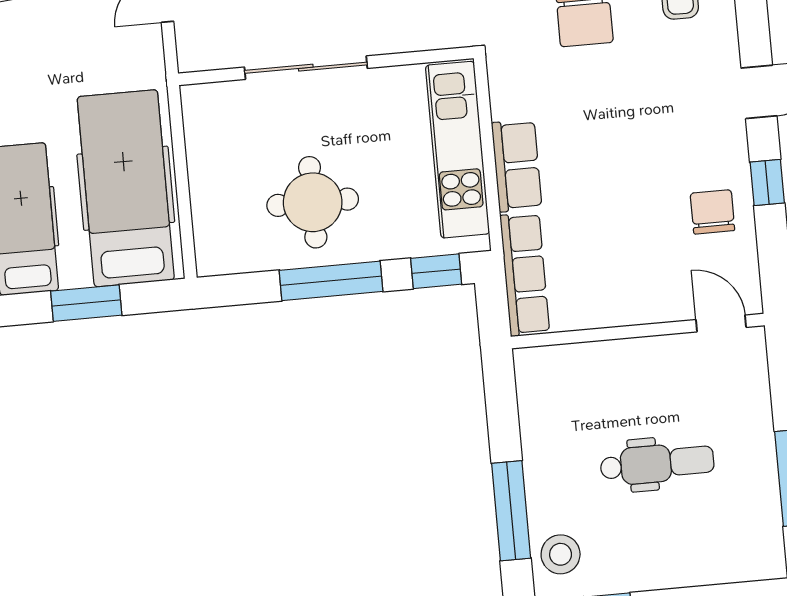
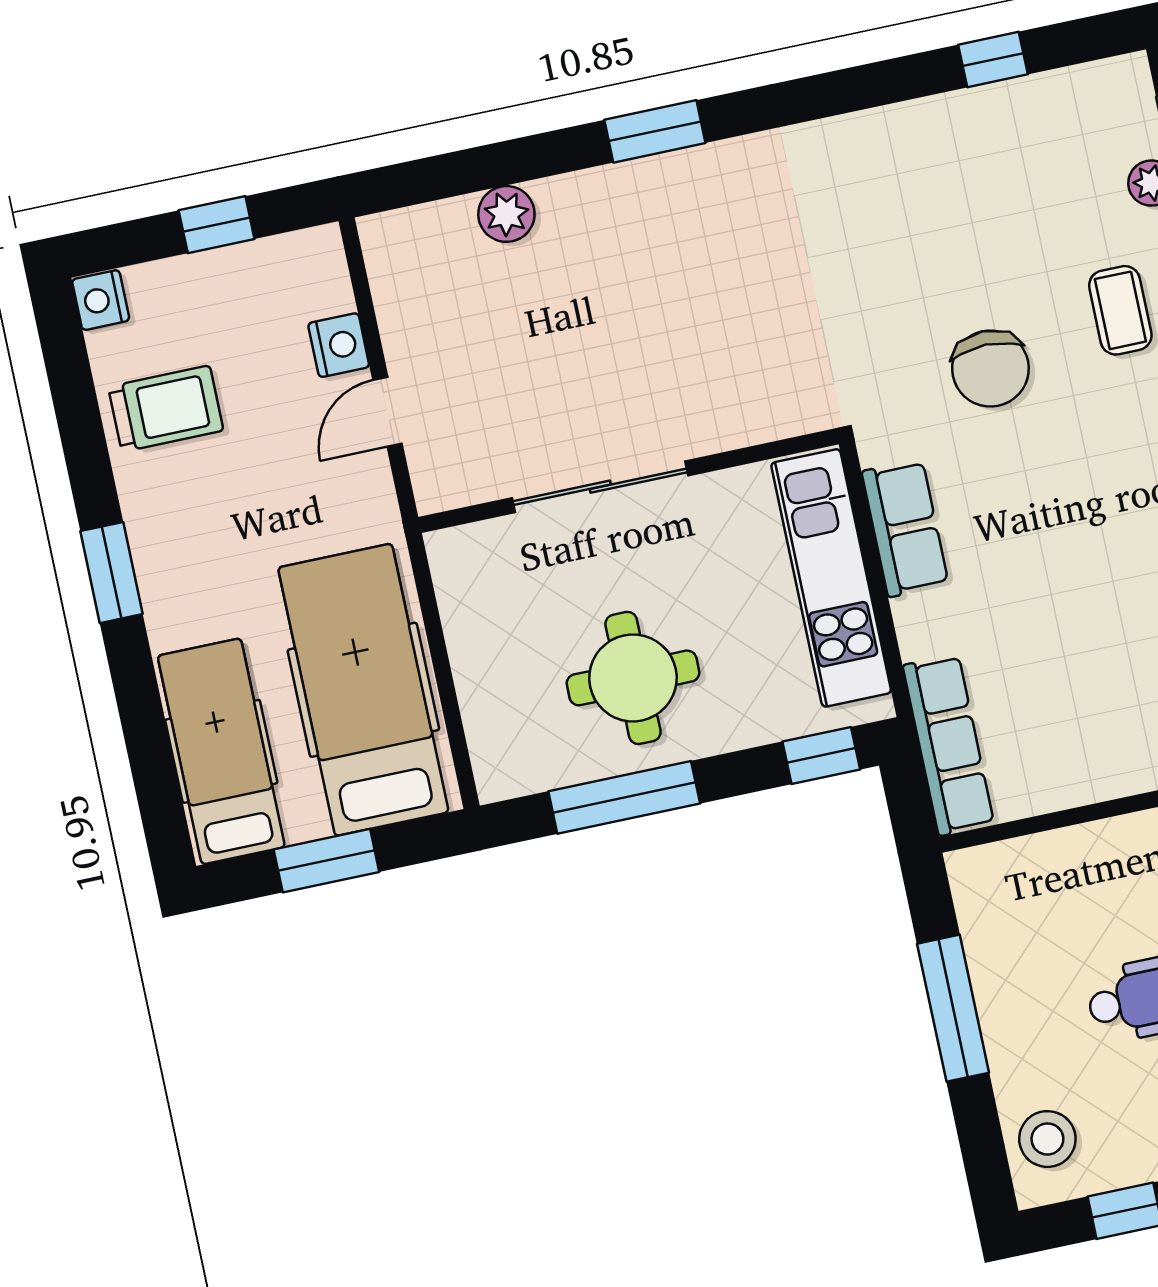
row of seats: (517, 166) -> (905, 528), moved
window: (331, 281) -> (624, 797), moved
window: (511, 511) -> (953, 1008), moved

